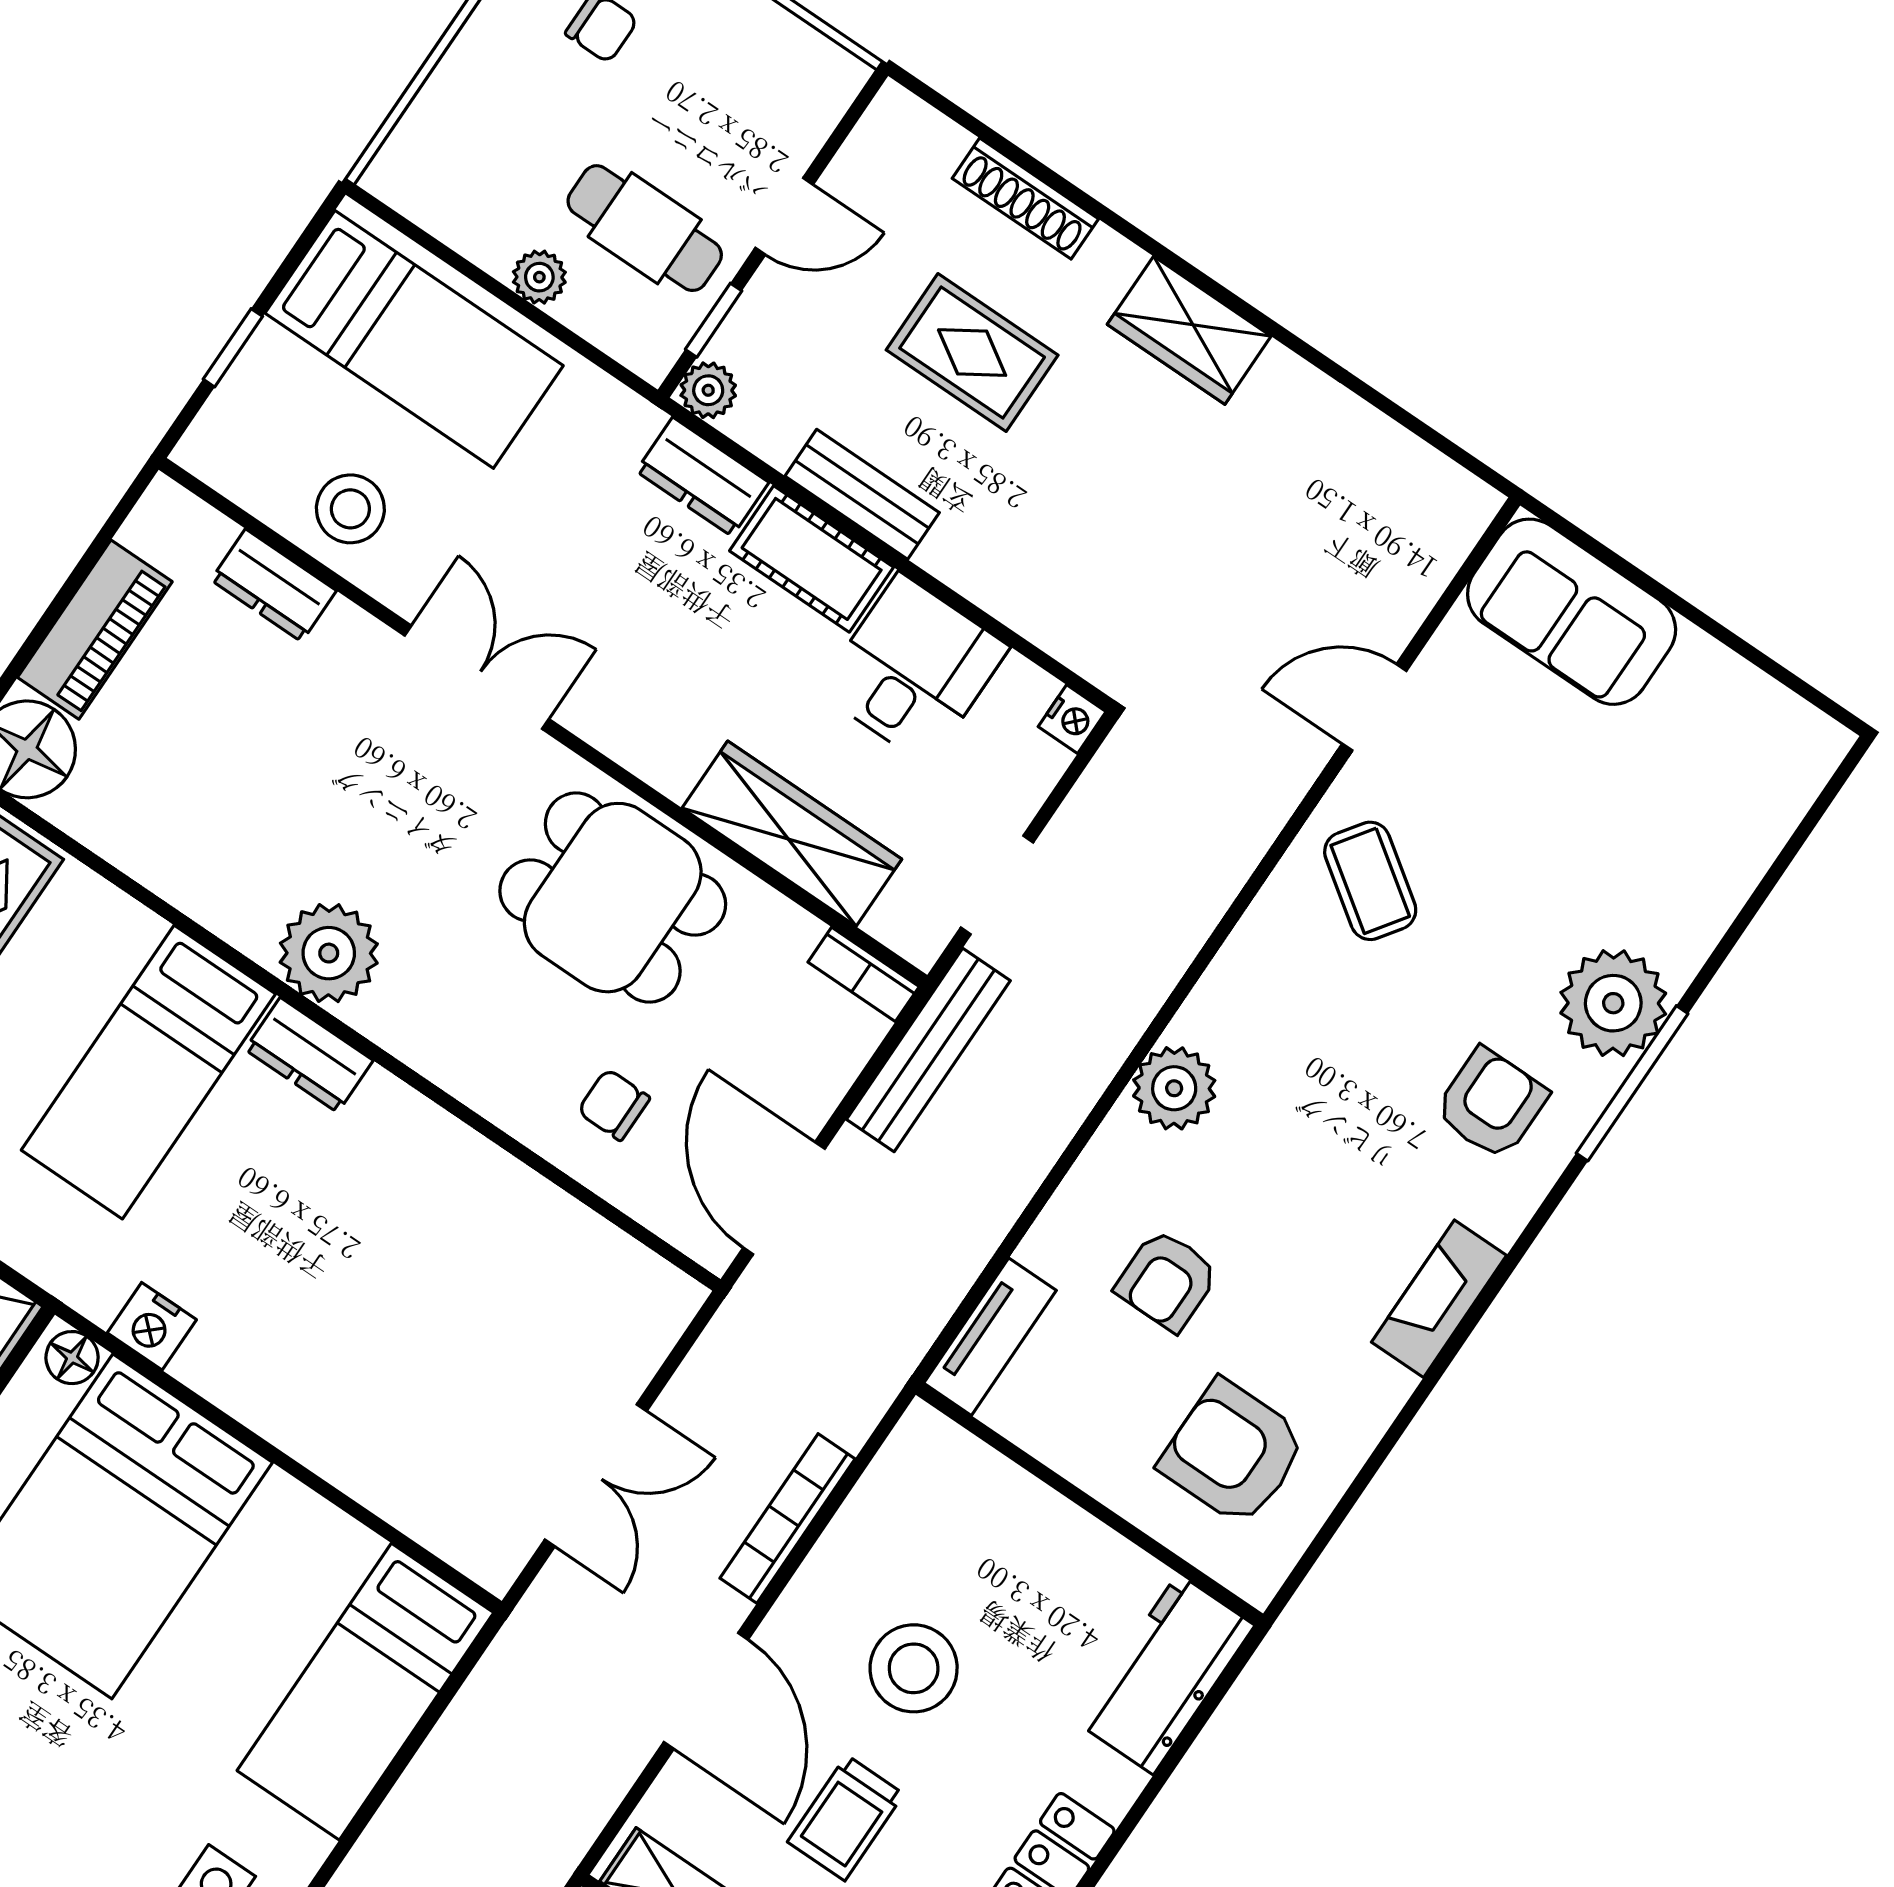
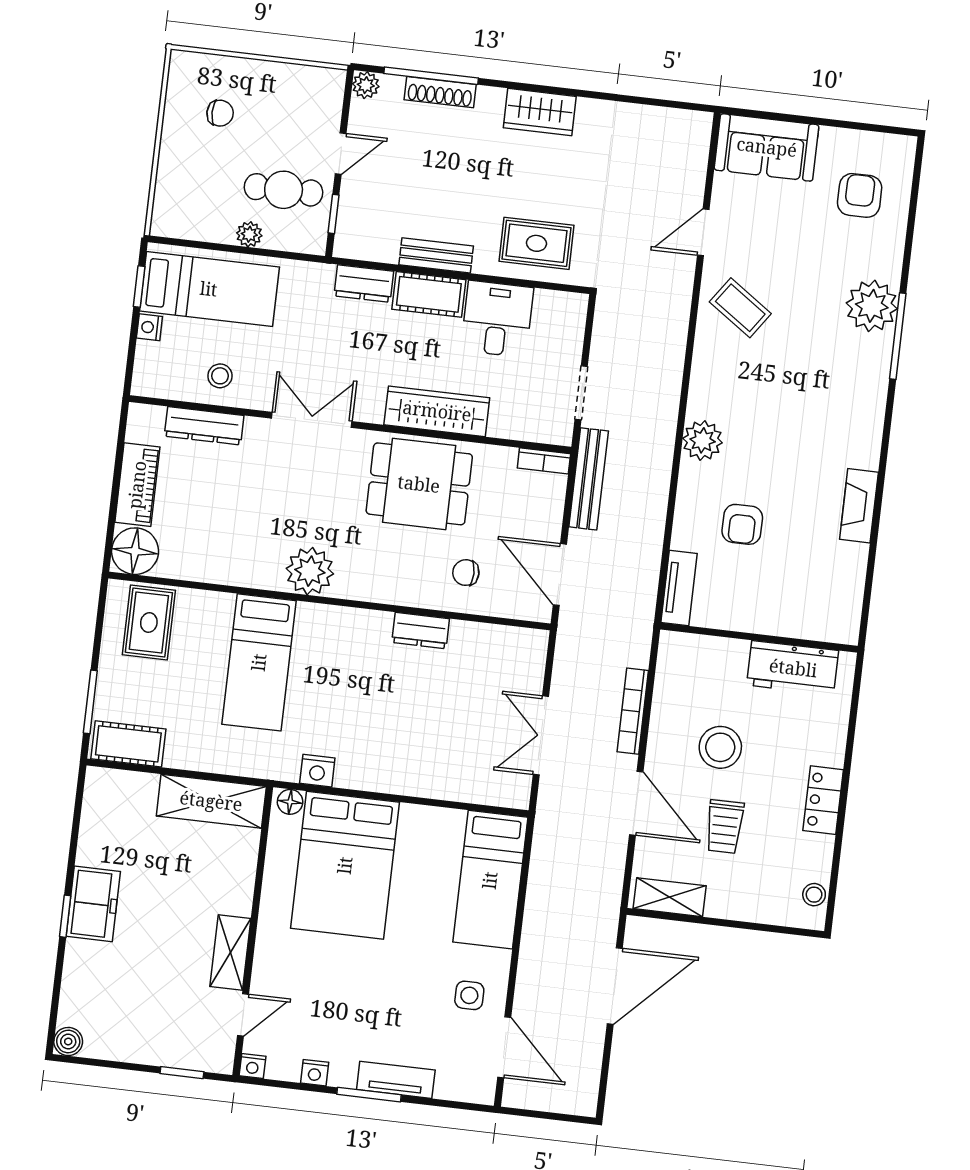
window: (1025, 160) -> (431, 76), added
window: (233, 348) -> (139, 287), moved
rug: (972, 353) -> (536, 243), moved
plant: (708, 390) -> (366, 85), moved
stool: (350, 509) -> (220, 376), width x0.73, depth x0.73
dresser: (274, 585) -> (204, 426), width x1.44
nightstand: (1072, 719) -> (149, 327), moved, turned 180
wardrobe: (792, 834) -> (437, 411), moved
dresser: (309, 1055) -> (421, 631), moved
armchair: (1491, 1104) -> (860, 195), moved
fireplace: (1439, 1299) -> (859, 506), moved
armchair: (1233, 1453) -> (809, 584), removed
double door: (596, 1475) -> (541, 735), swing flipped
workbench: (1166, 1674) -> (793, 668), moved, turned -90

